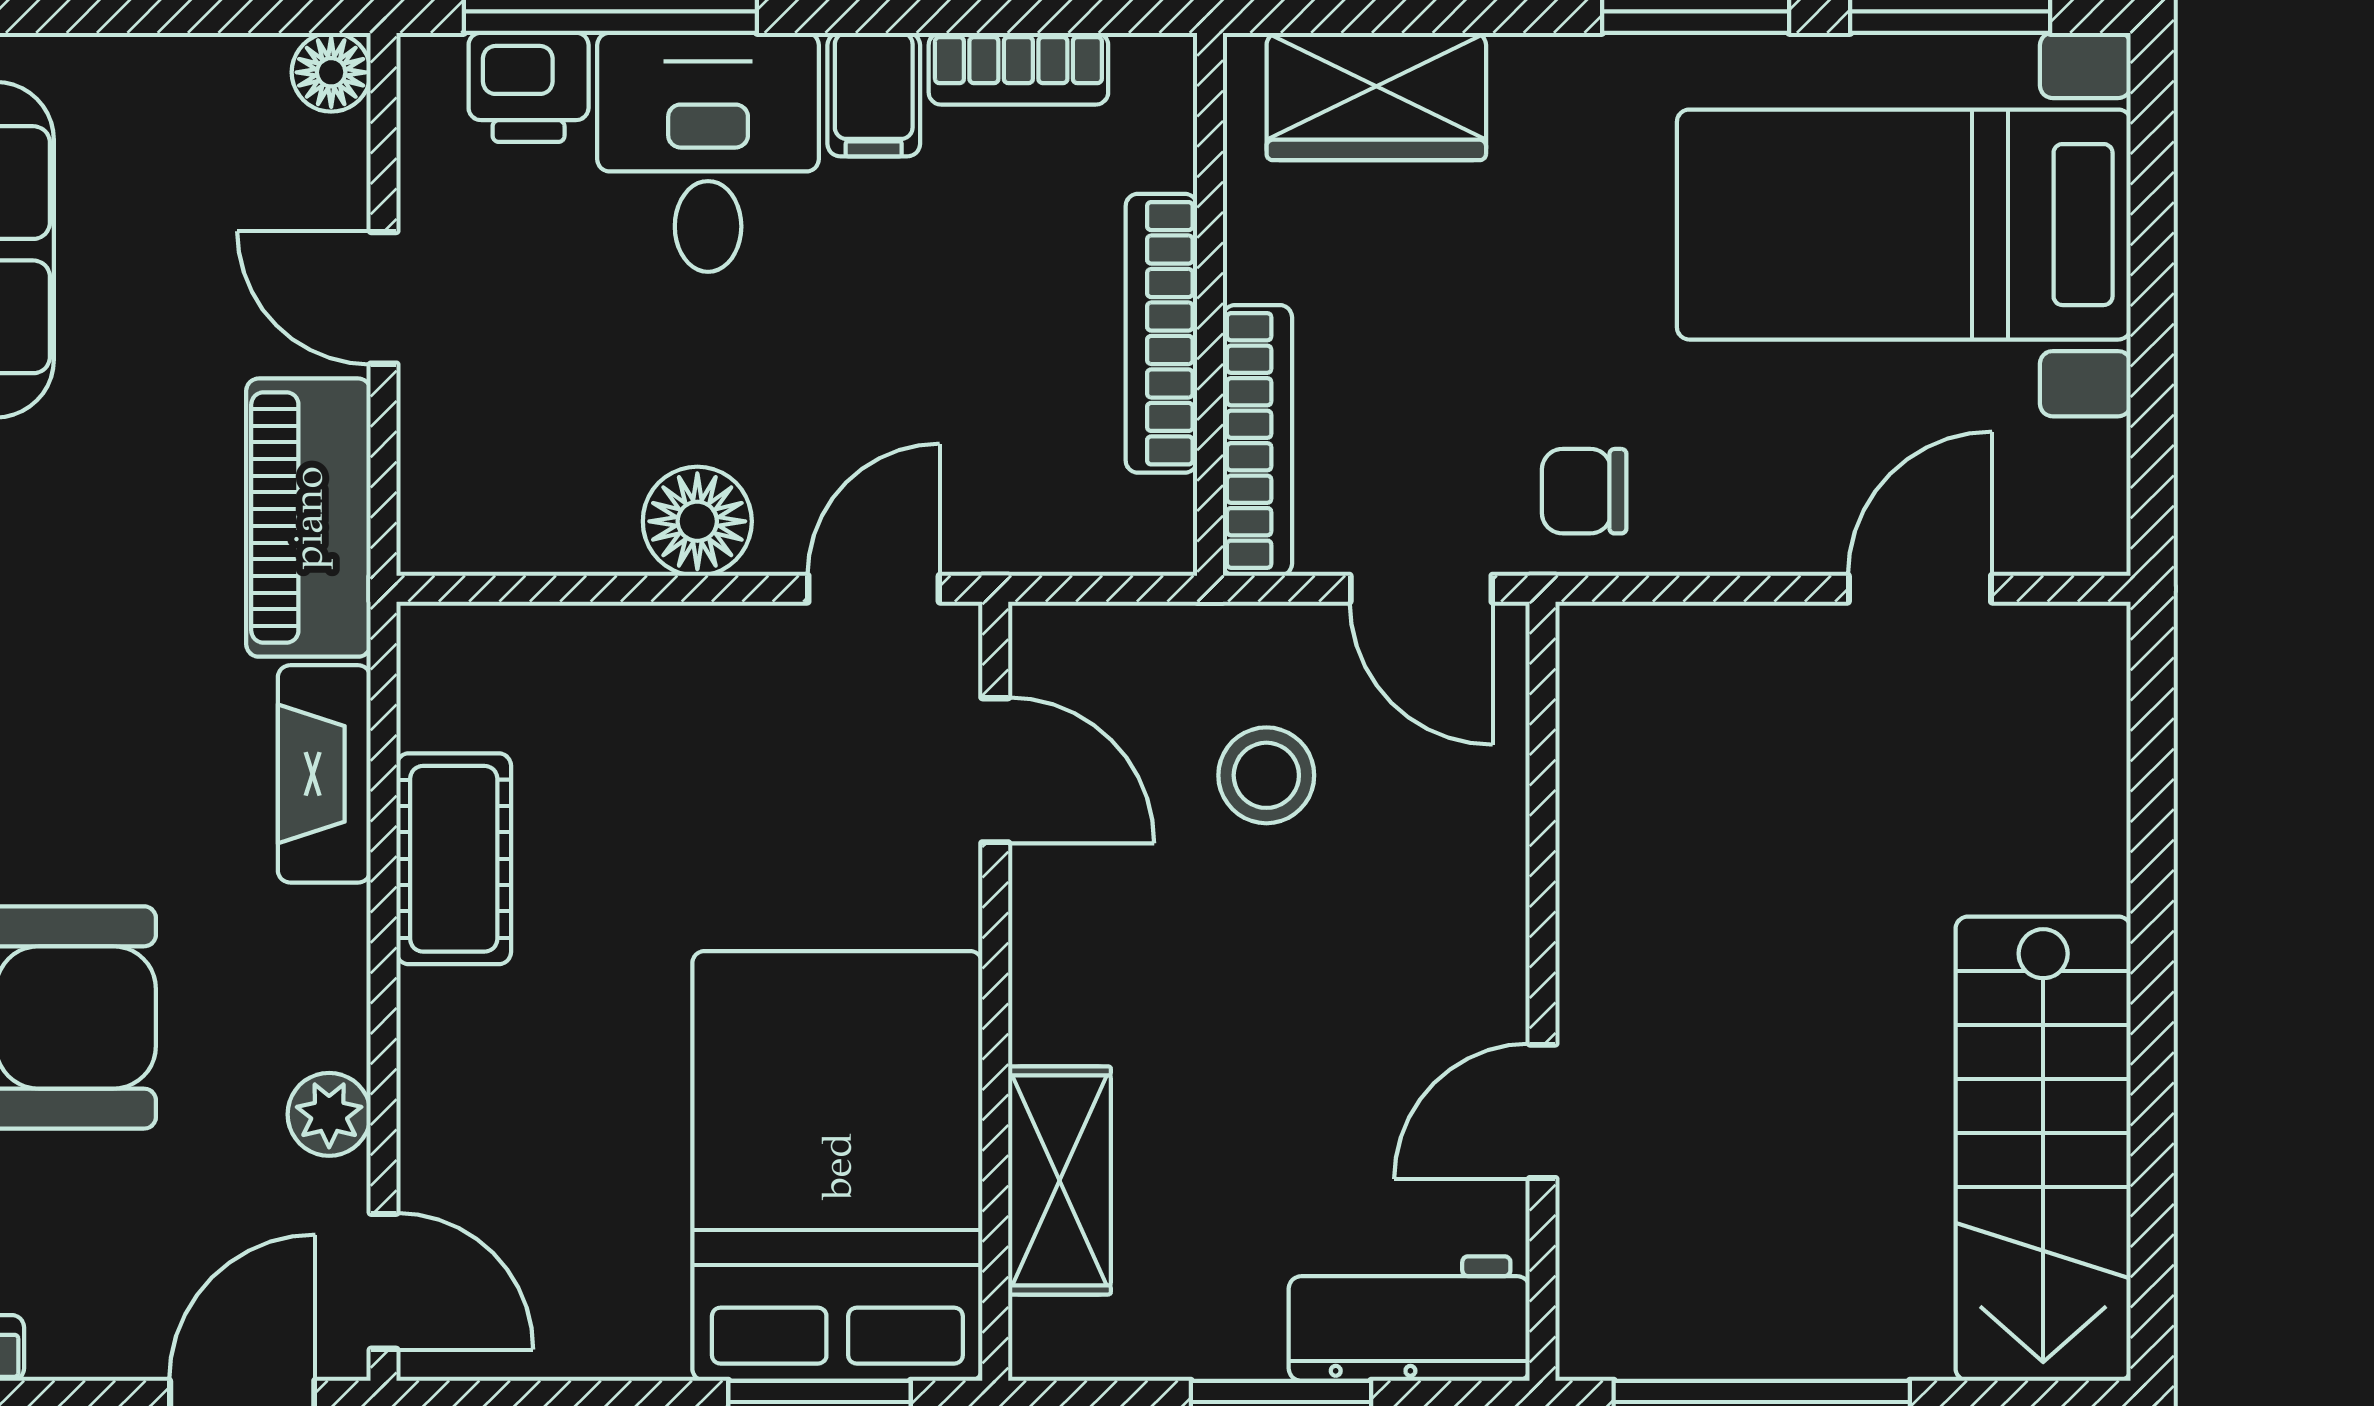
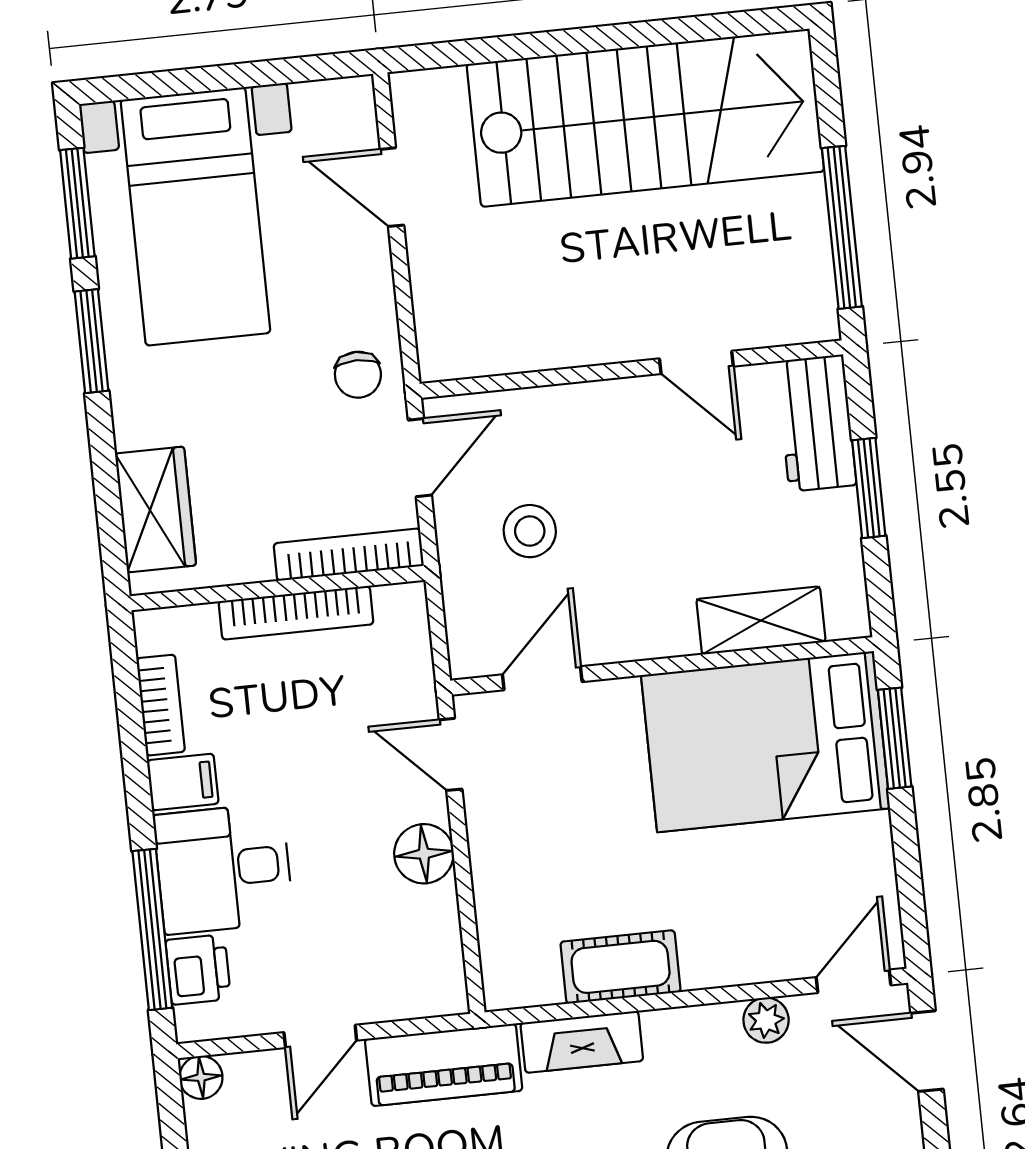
stairs: (2043, 1149) -> (645, 118), width x1.36, depth x1.51

